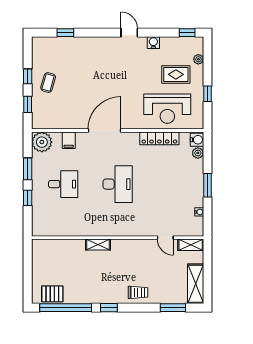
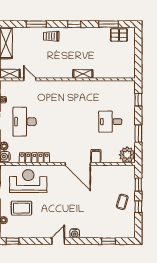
door: (129, 33) -> (58, 241), swing flipped
water cooler: (153, 43) -> (75, 233), moved
door: (104, 131) -> (78, 164), hinge flipped
filing cabinet: (69, 140) -> (96, 156), moved
desk: (118, 184) -> (25, 122), moved
window: (28, 198) -> (138, 100), moved
window: (66, 308) -> (108, 24), width x0.47
window: (173, 308) -> (36, 24), moved

